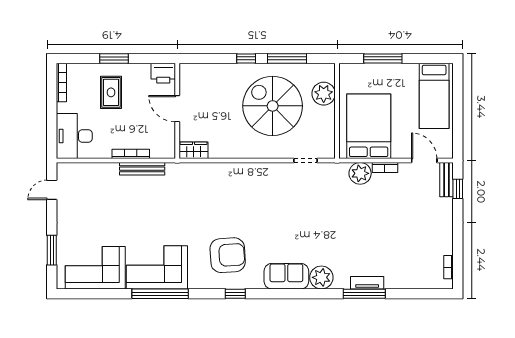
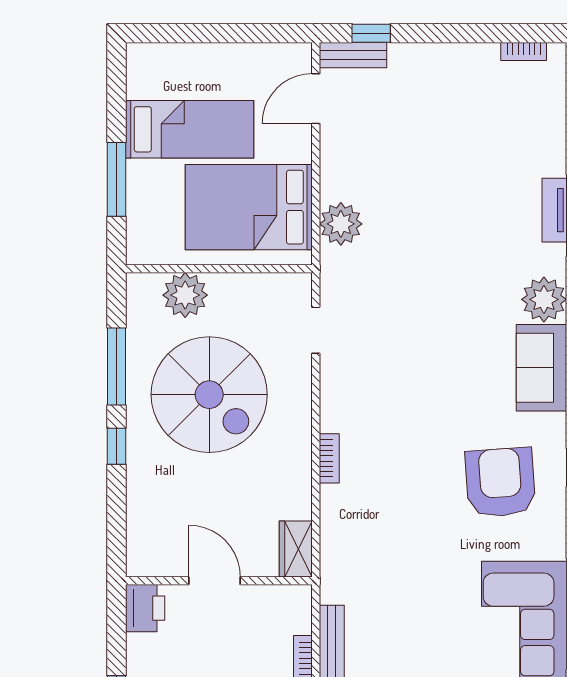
bed: (434, 96) -> (190, 129), moved
spiral stairs: (273, 106) -> (209, 395), turned -90
door: (177, 109) -> (215, 581), swing flipped
bookcase: (385, 167) -> (329, 458), moved

